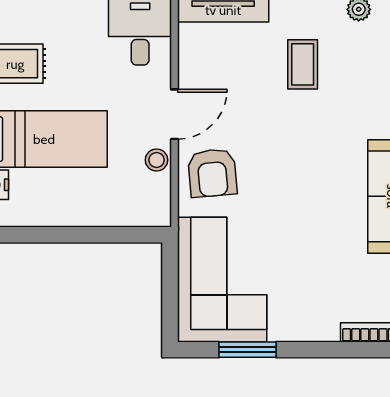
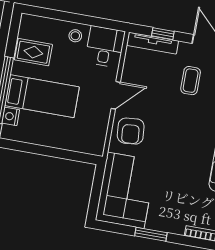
stool: (157, 160) -> (75, 36), moved
window: (248, 350) -> (151, 234), moved

